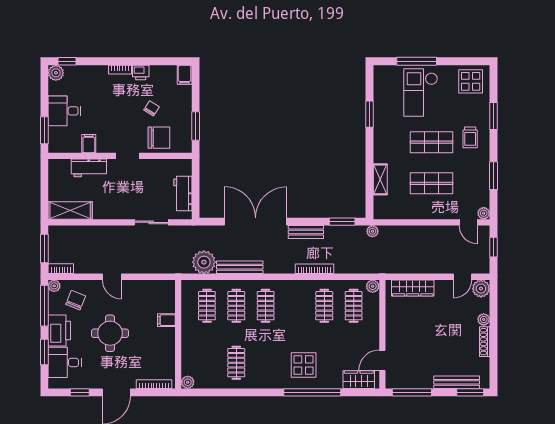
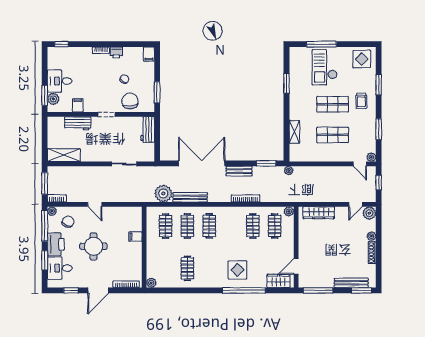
plant: (56, 73) -> (53, 99), moved
chair: (159, 138) -> (130, 101), turned -96
workbench: (183, 193) -> (148, 130), moved

